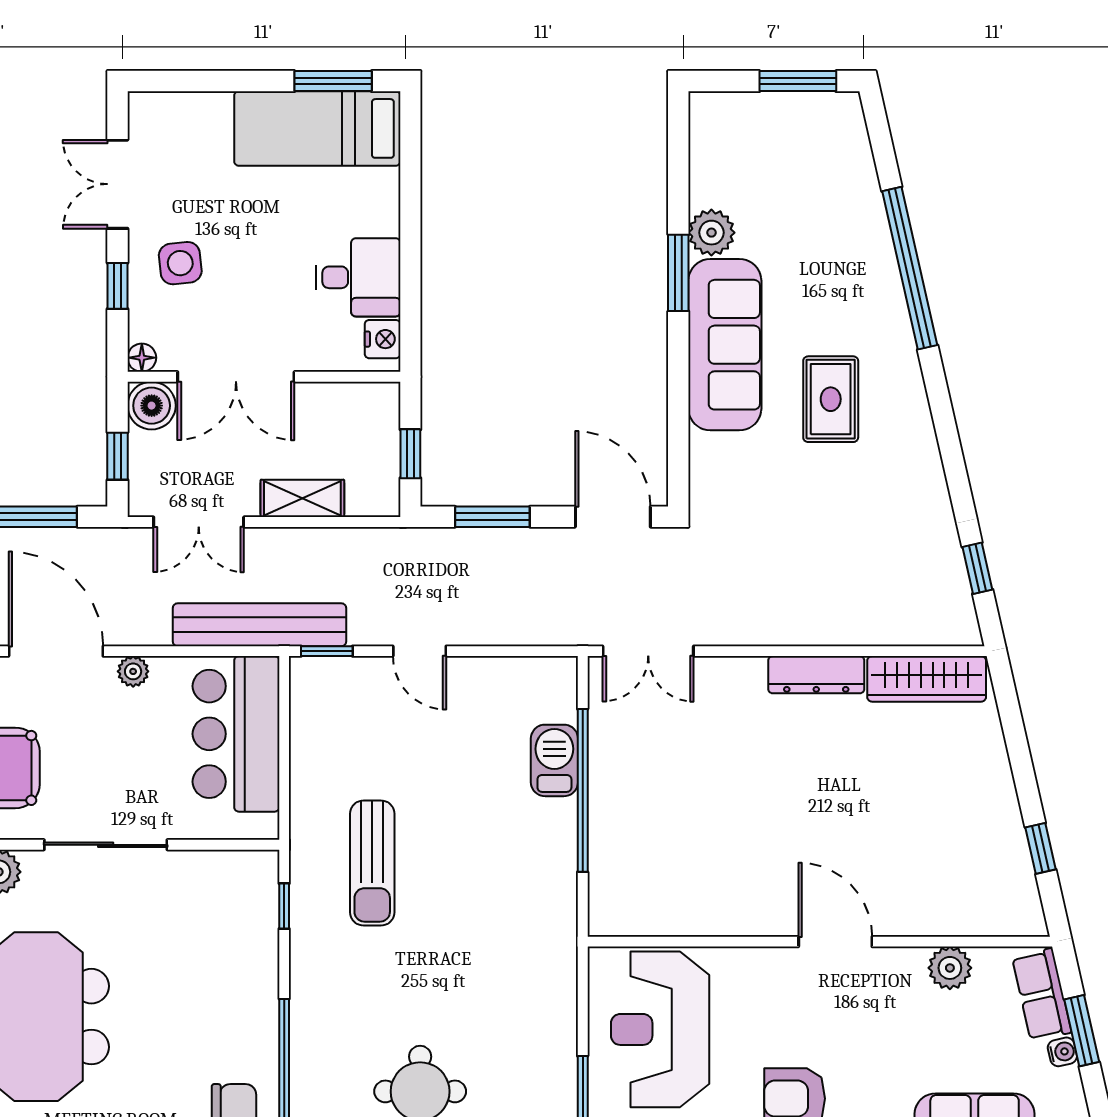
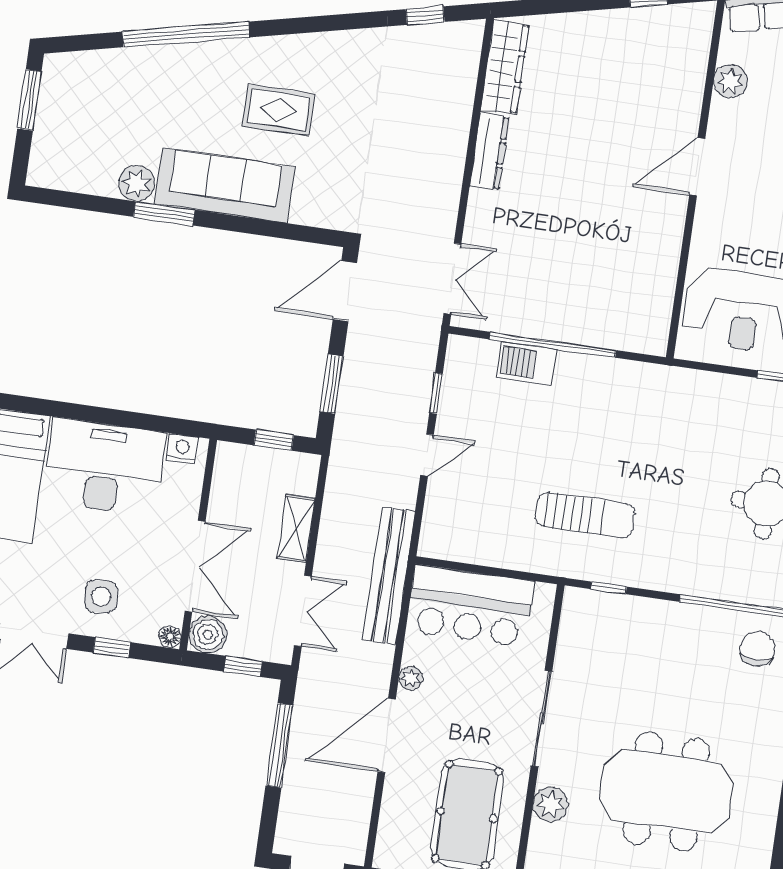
desk: (358, 277) -> (104, 467), width x1.87, depth x1.30
window: (327, 651) -> (436, 393), moved

